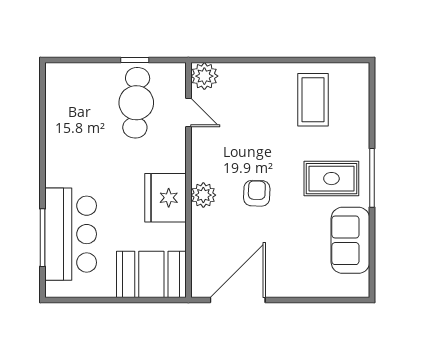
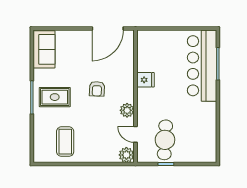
plant: (203, 195) -> (127, 110), moved
fridge: (165, 198) -> (146, 80), width x0.53, depth x0.75
bar counter: (71, 234) -> (202, 66), width x1.36
sofa: (350, 240) -> (44, 49), moved
booth: (151, 274) -> (156, 43), removed

